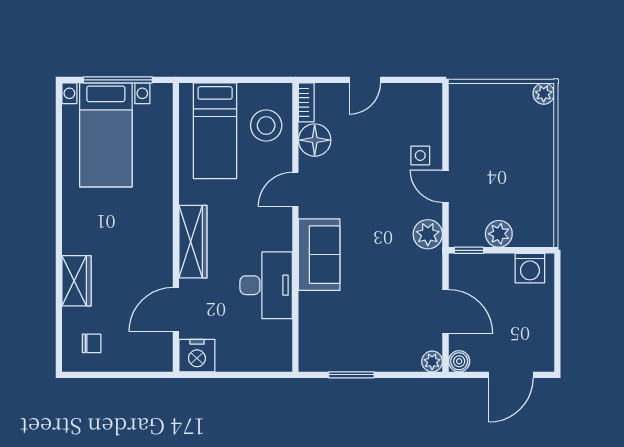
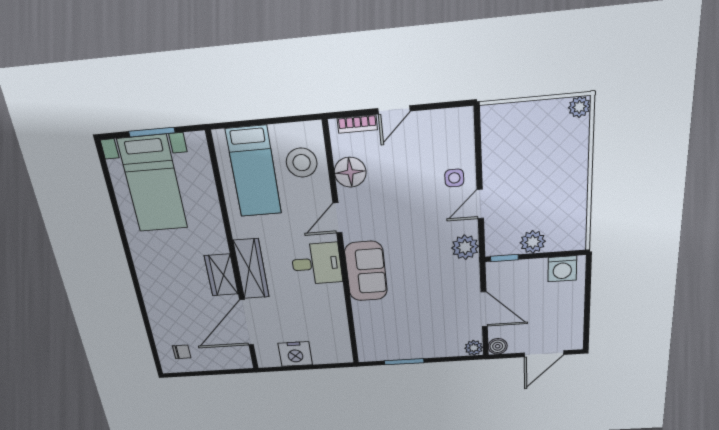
window: (118, 80) -> (152, 132), width x0.69
bookcase: (306, 102) -> (357, 124), moved, turned 90
door: (445, 186) -> (480, 204), hinge flipped
wardrobe: (77, 281) -> (221, 275), moved, turned 180
desk: (266, 285) -> (317, 264), moved, width x0.73
door: (176, 309) -> (247, 323), width x1.36
nightstand: (197, 356) -> (295, 354), moved

